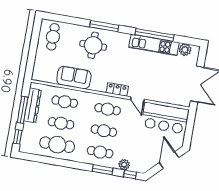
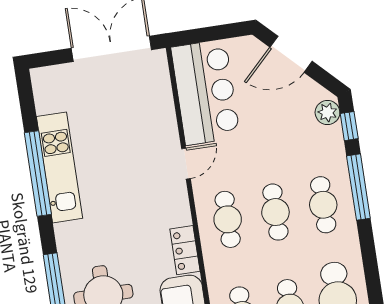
plant: (185, 50) -> (48, 99), removed
locker: (117, 89) -> (185, 250), moved
plant: (124, 165) -> (327, 112), moved
window: (103, 170) -> (358, 187), width x1.44

